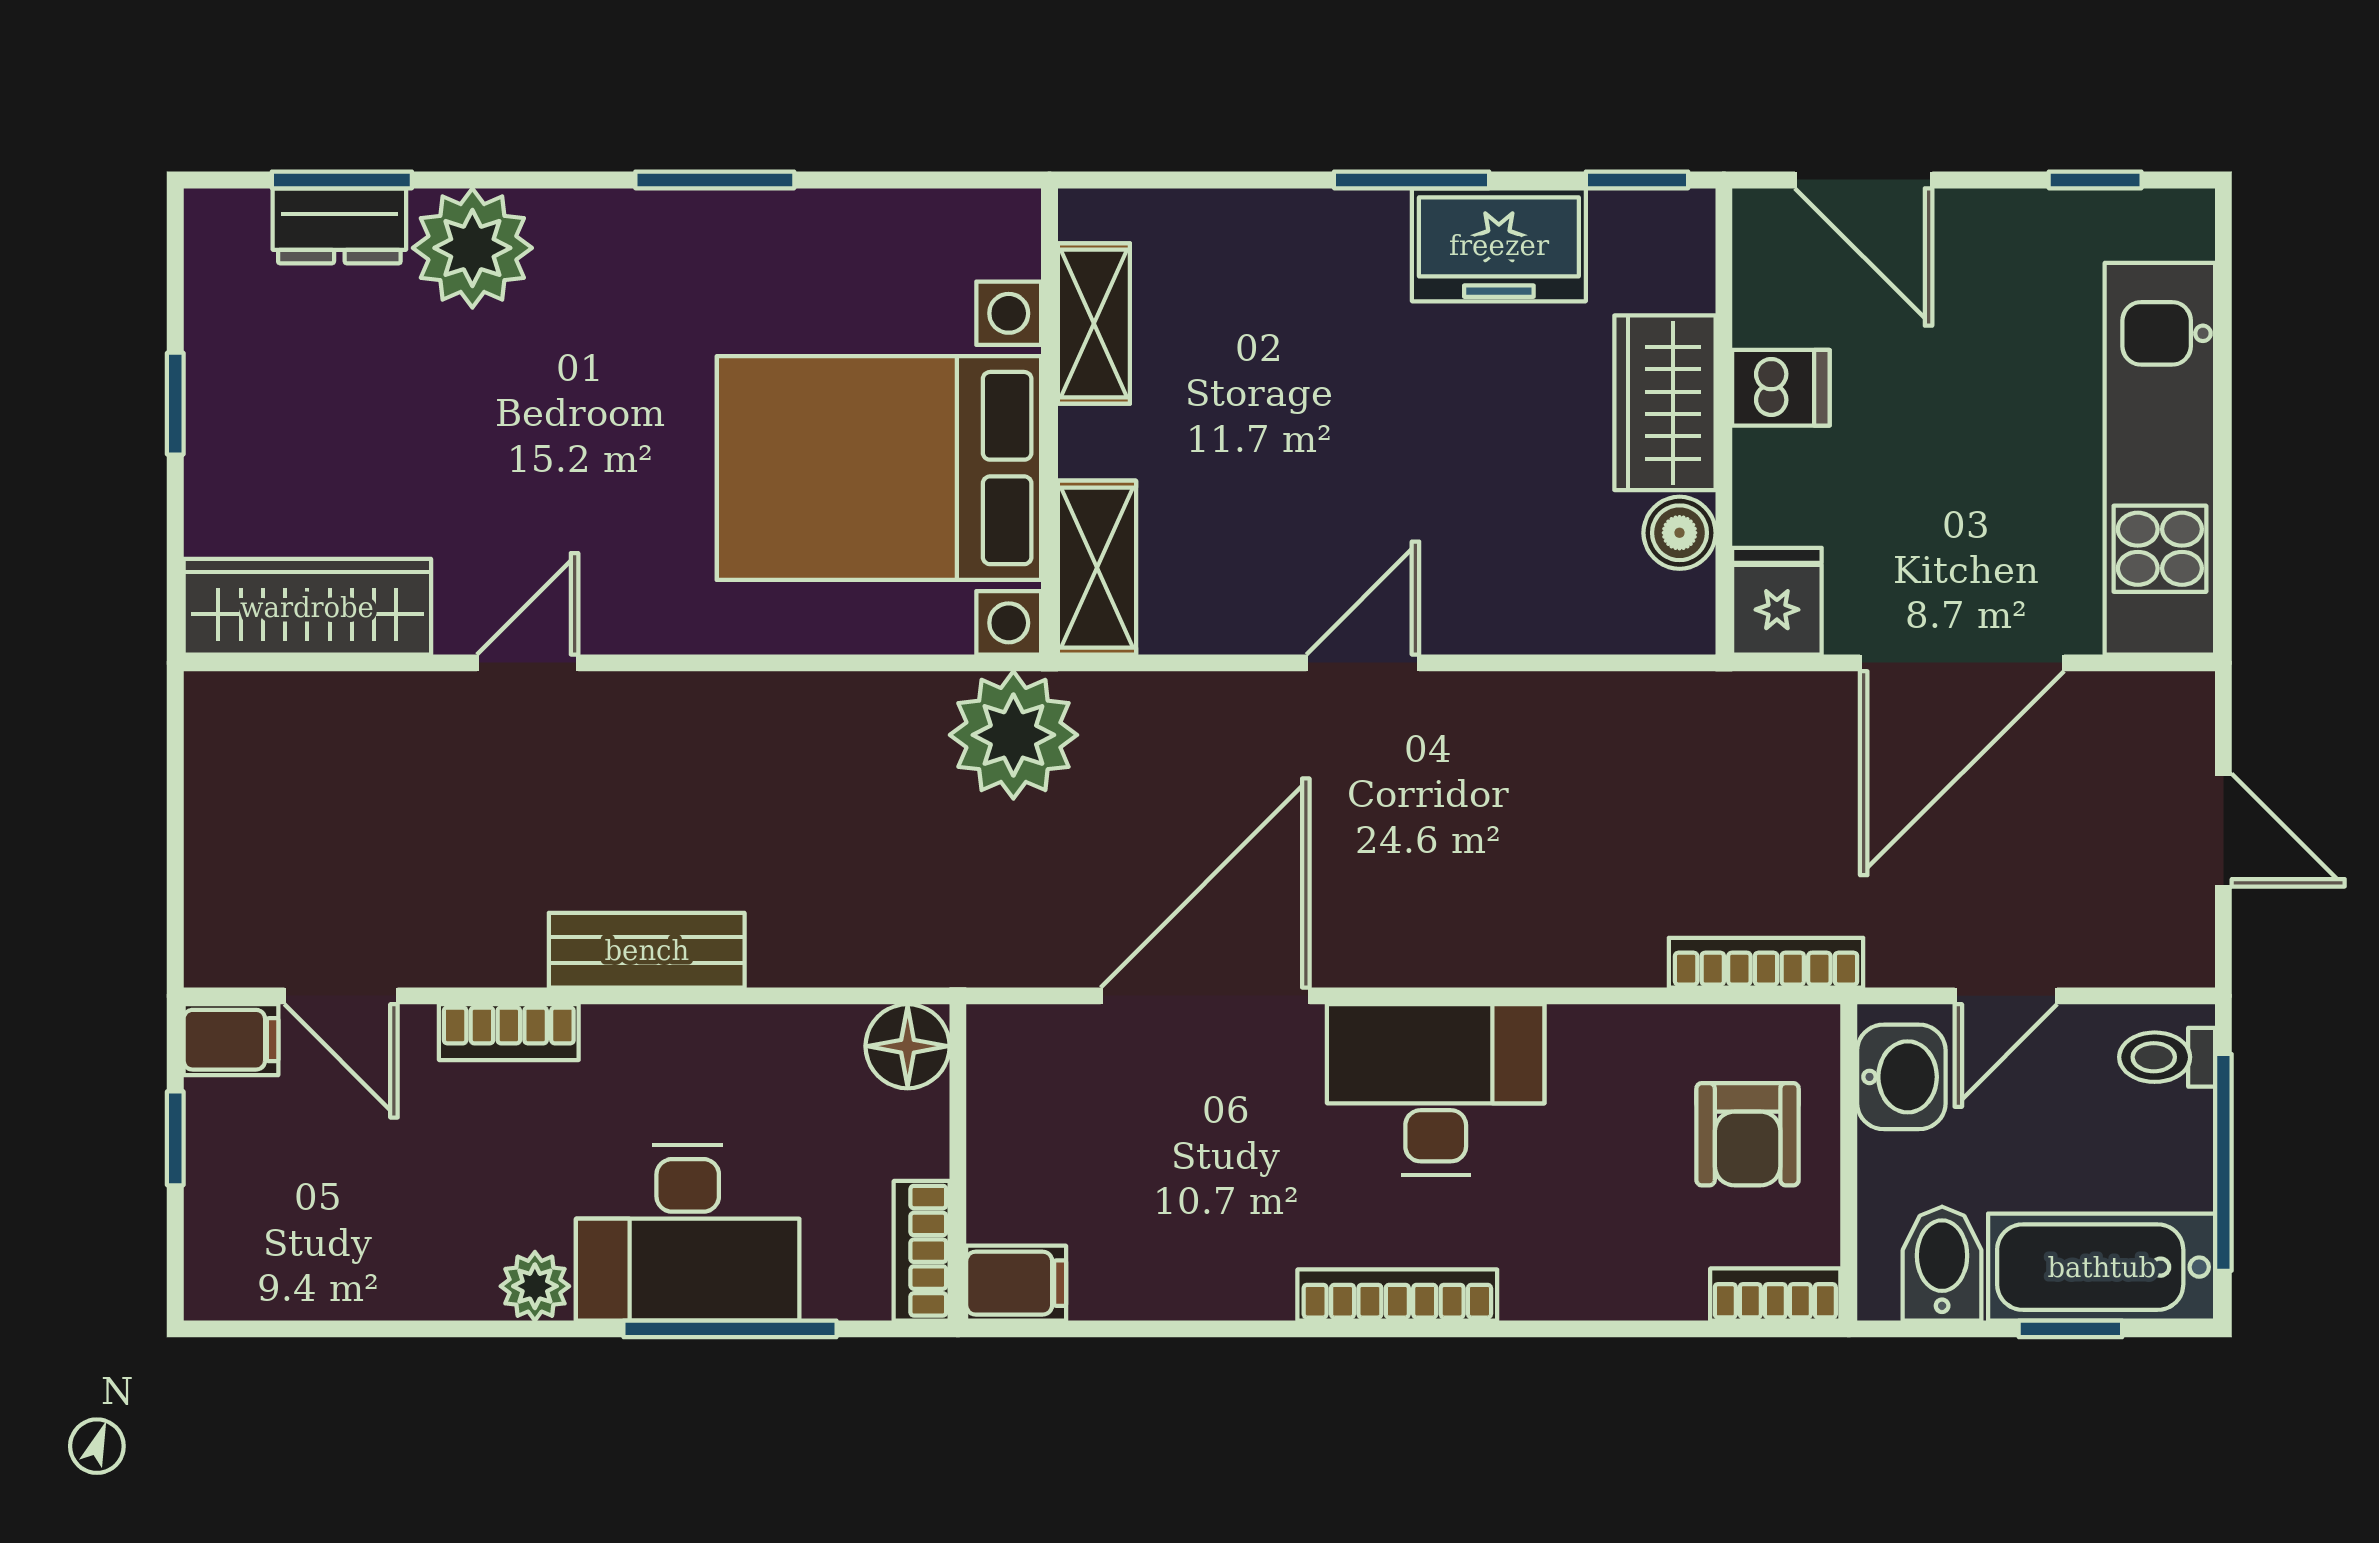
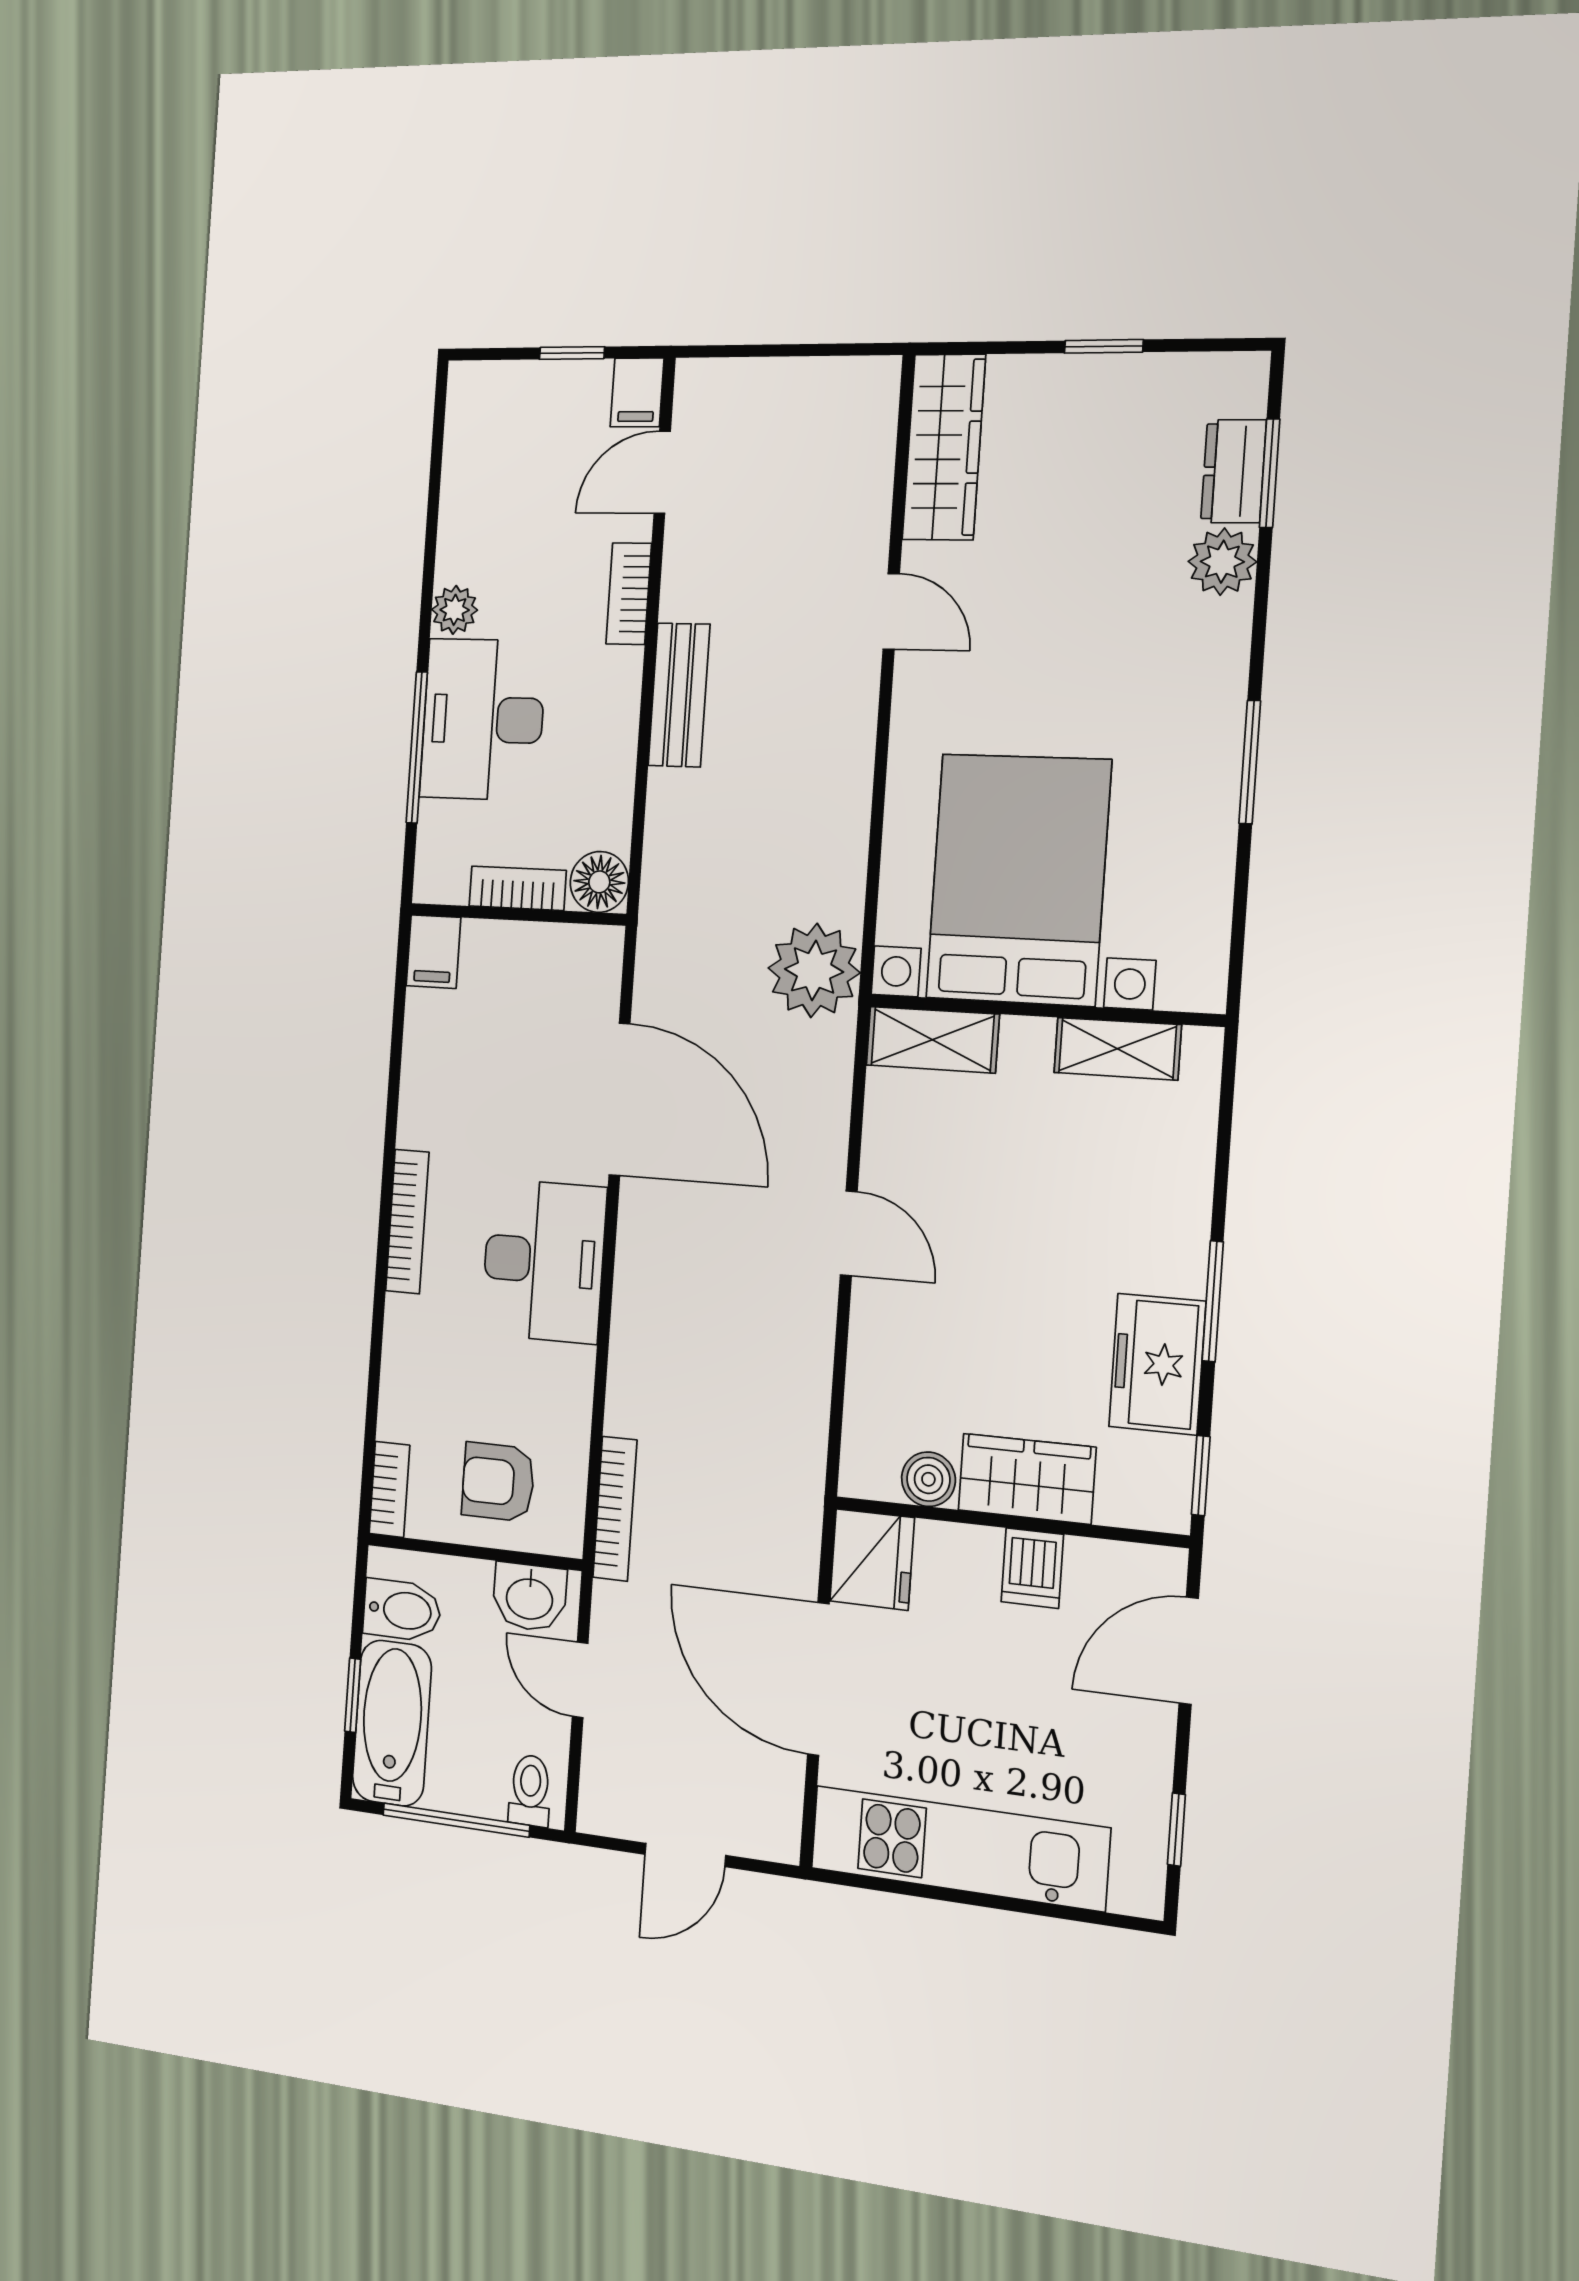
plant: (472, 248) -> (1222, 562), width x0.73, depth x0.73
fridge: (1777, 601) -> (872, 1559), width x1.38
bookcase: (922, 1251) -> (518, 888), moved

